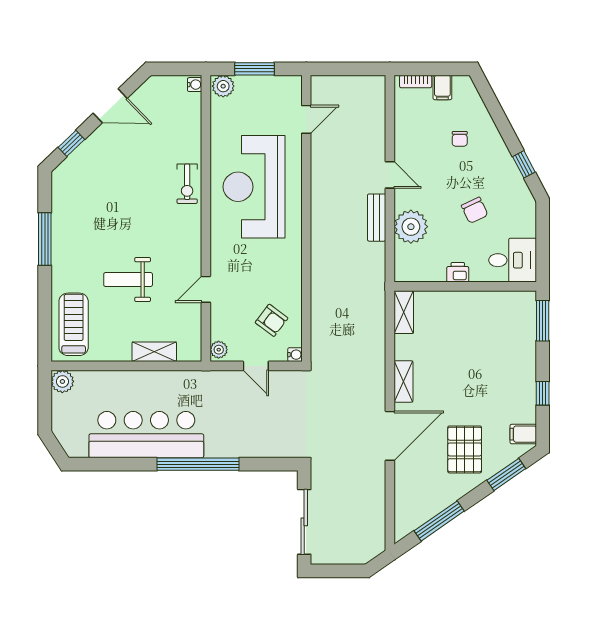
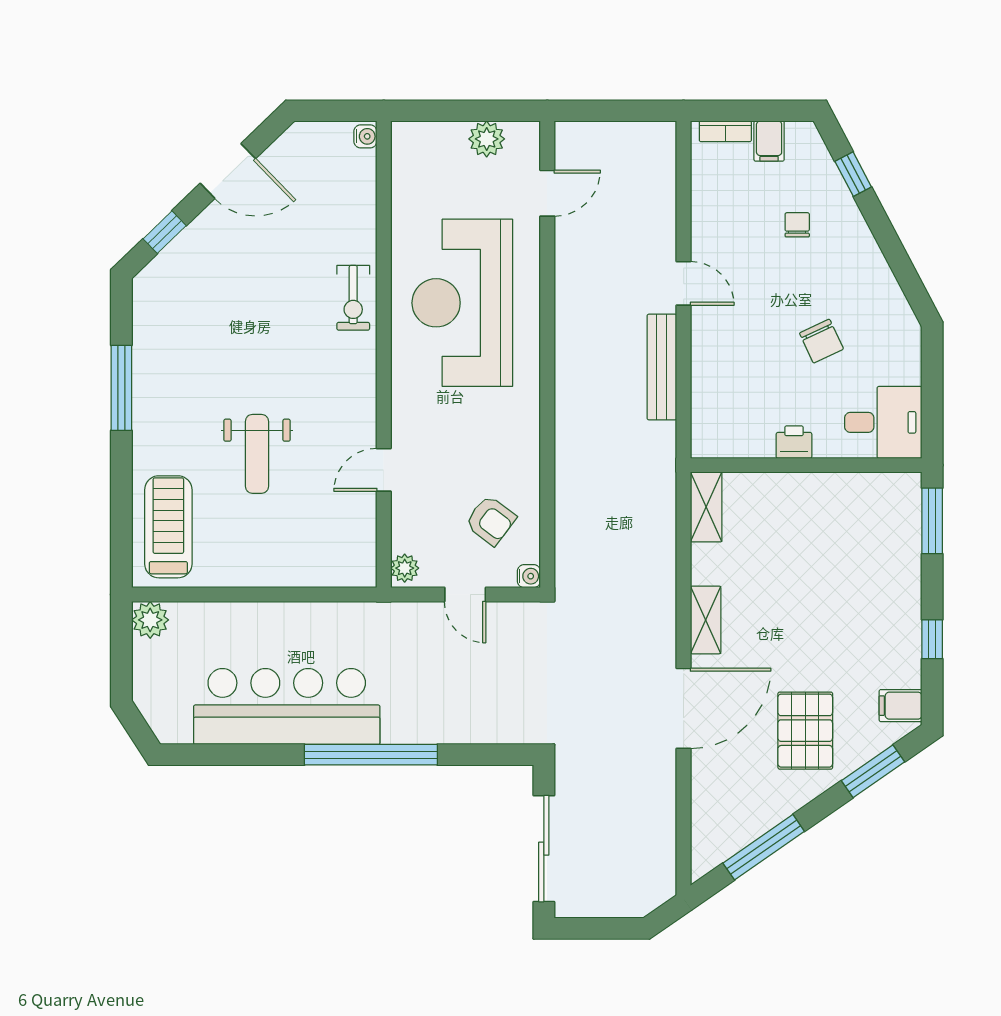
window: (255, 69) -> (463, 111), removed
plant: (223, 86) -> (487, 139), moved
chair: (460, 139) -> (797, 225), turned 180
window: (524, 164) -> (853, 174), moved
bench: (377, 218) -> (662, 367), width x1.36
plant: (411, 227) -> (718, 368), removed
weight bench: (128, 280) -> (257, 454), turned -90
shelving: (154, 352) -> (300, 571), removed

